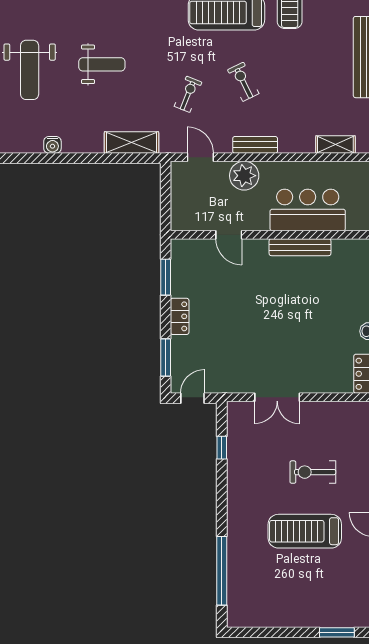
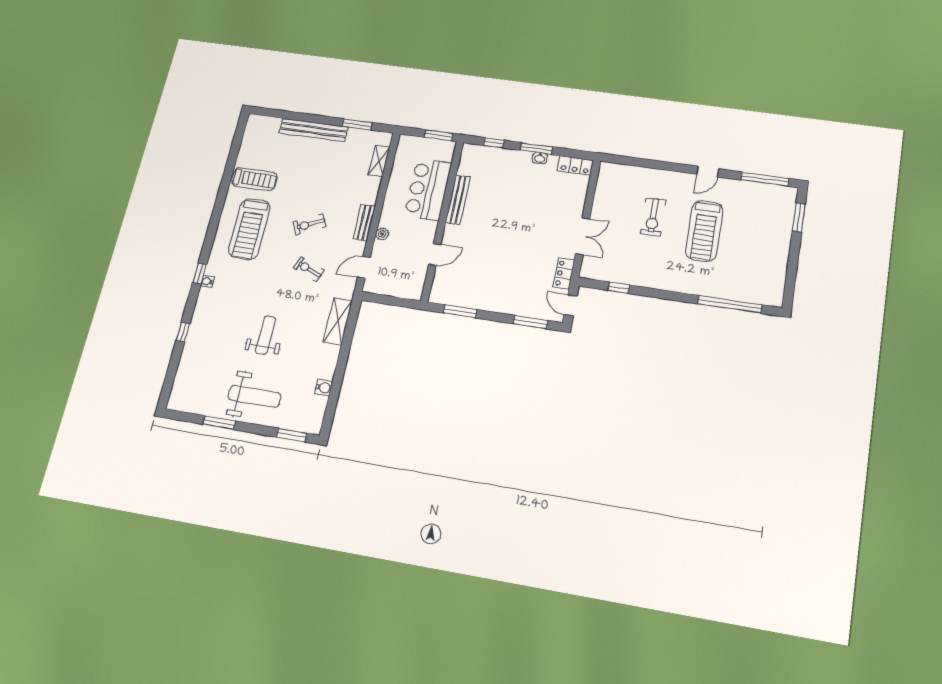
plant: (244, 176) -> (382, 234), width x0.53, depth x0.53
locker: (180, 316) -> (564, 274), moved, turned -90

